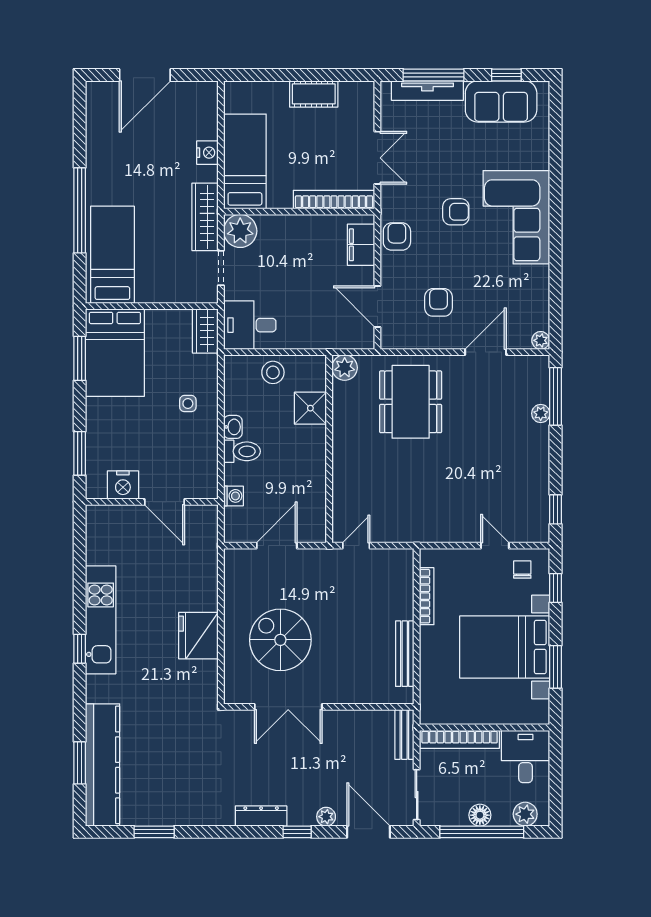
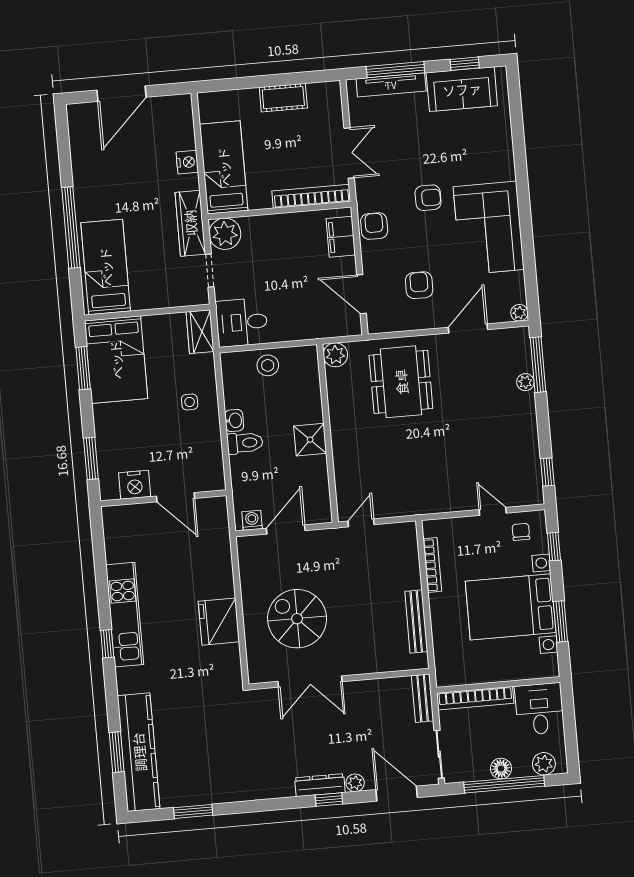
corner sofa: (516, 217) -> (489, 228), moved
shower: (310, 408) -> (310, 440), moved
washing machine: (233, 496) -> (252, 520), moved, turned -90
dresser: (261, 816) -> (320, 785), moved

